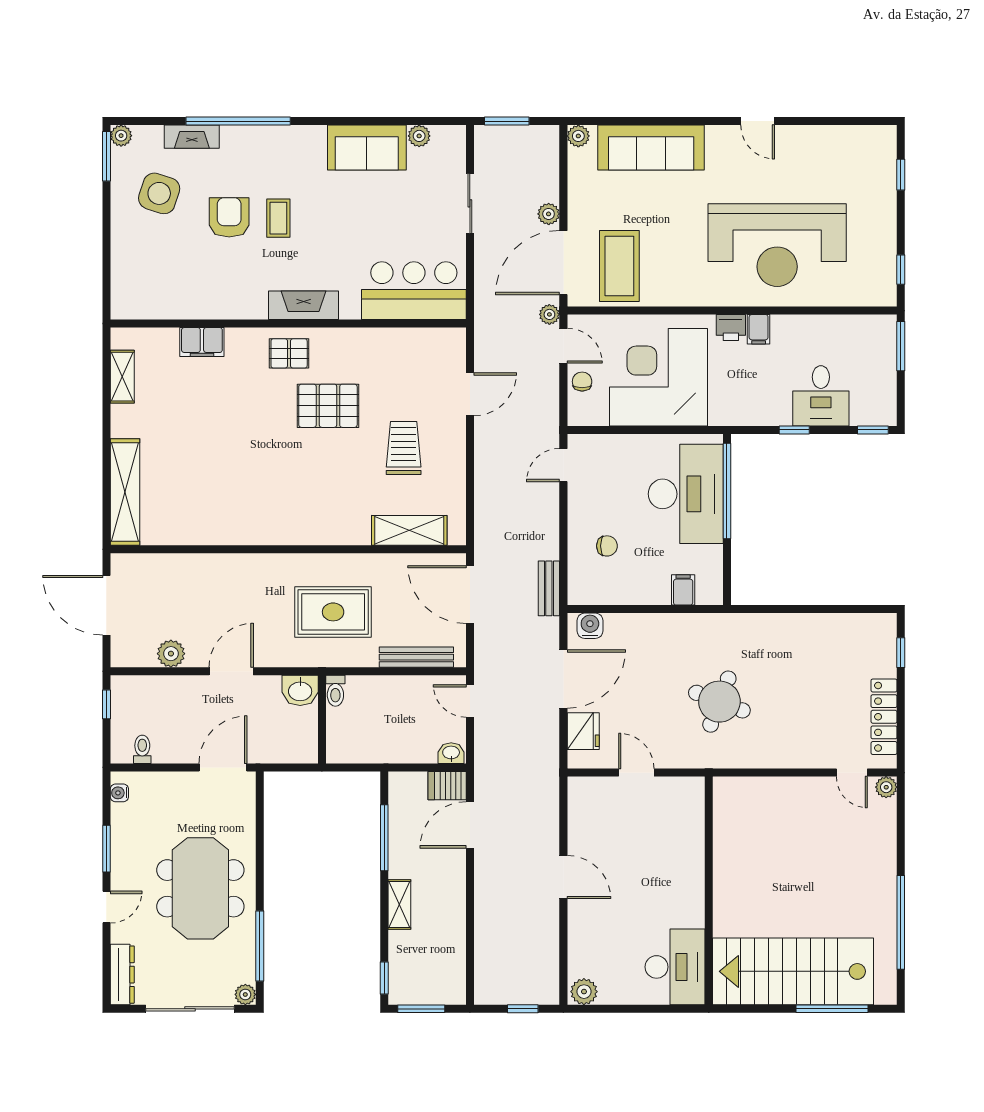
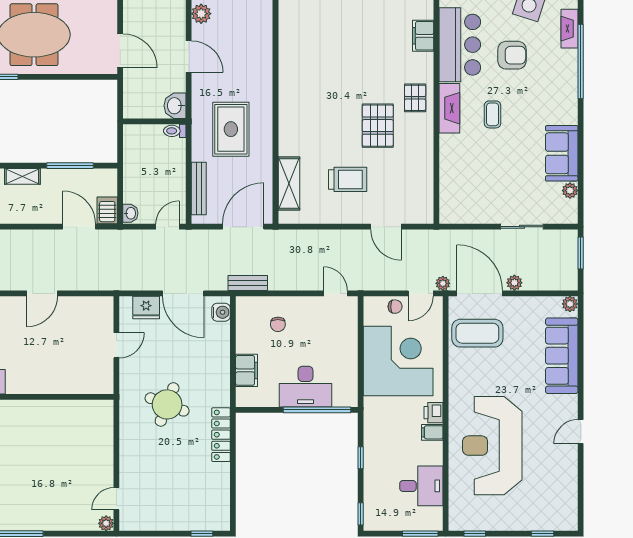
coffee table: (278, 218) -> (493, 114), moved, turned 90
bar counter: (414, 291) -> (460, 45), moved
desk: (821, 396) -> (421, 486), moved, turned 180
desk: (686, 494) -> (305, 387), width x0.73, depth x0.77
filing cabinet: (683, 590) -> (247, 370), width x2.00
locker: (884, 717) -> (221, 435), moved, turned -90

